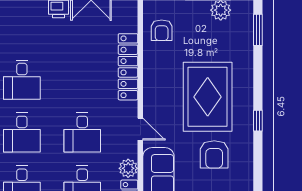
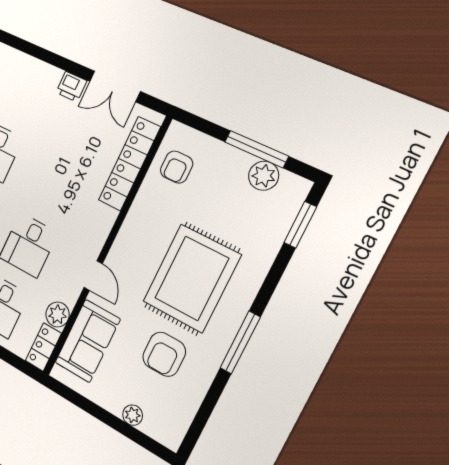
locker: (128, 67) -> (129, 164), moved
window: (258, 121) -> (240, 342), width x2.17

